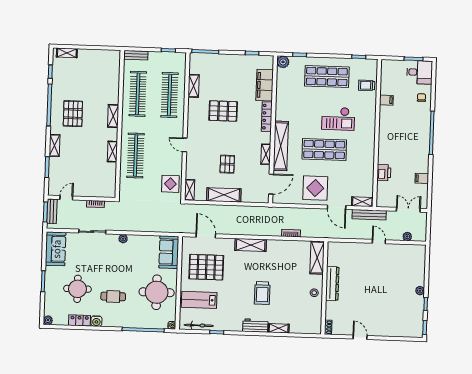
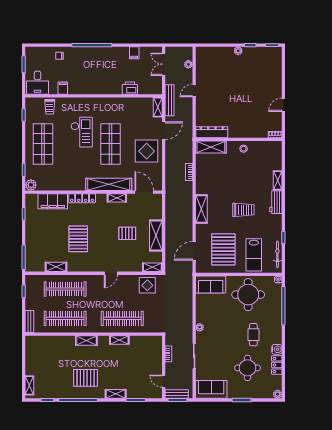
desk: (420, 72) -> (37, 83), moved, turned 180
dresser: (332, 284) -> (212, 132), moved
trolley: (262, 293) -> (243, 210), moved

